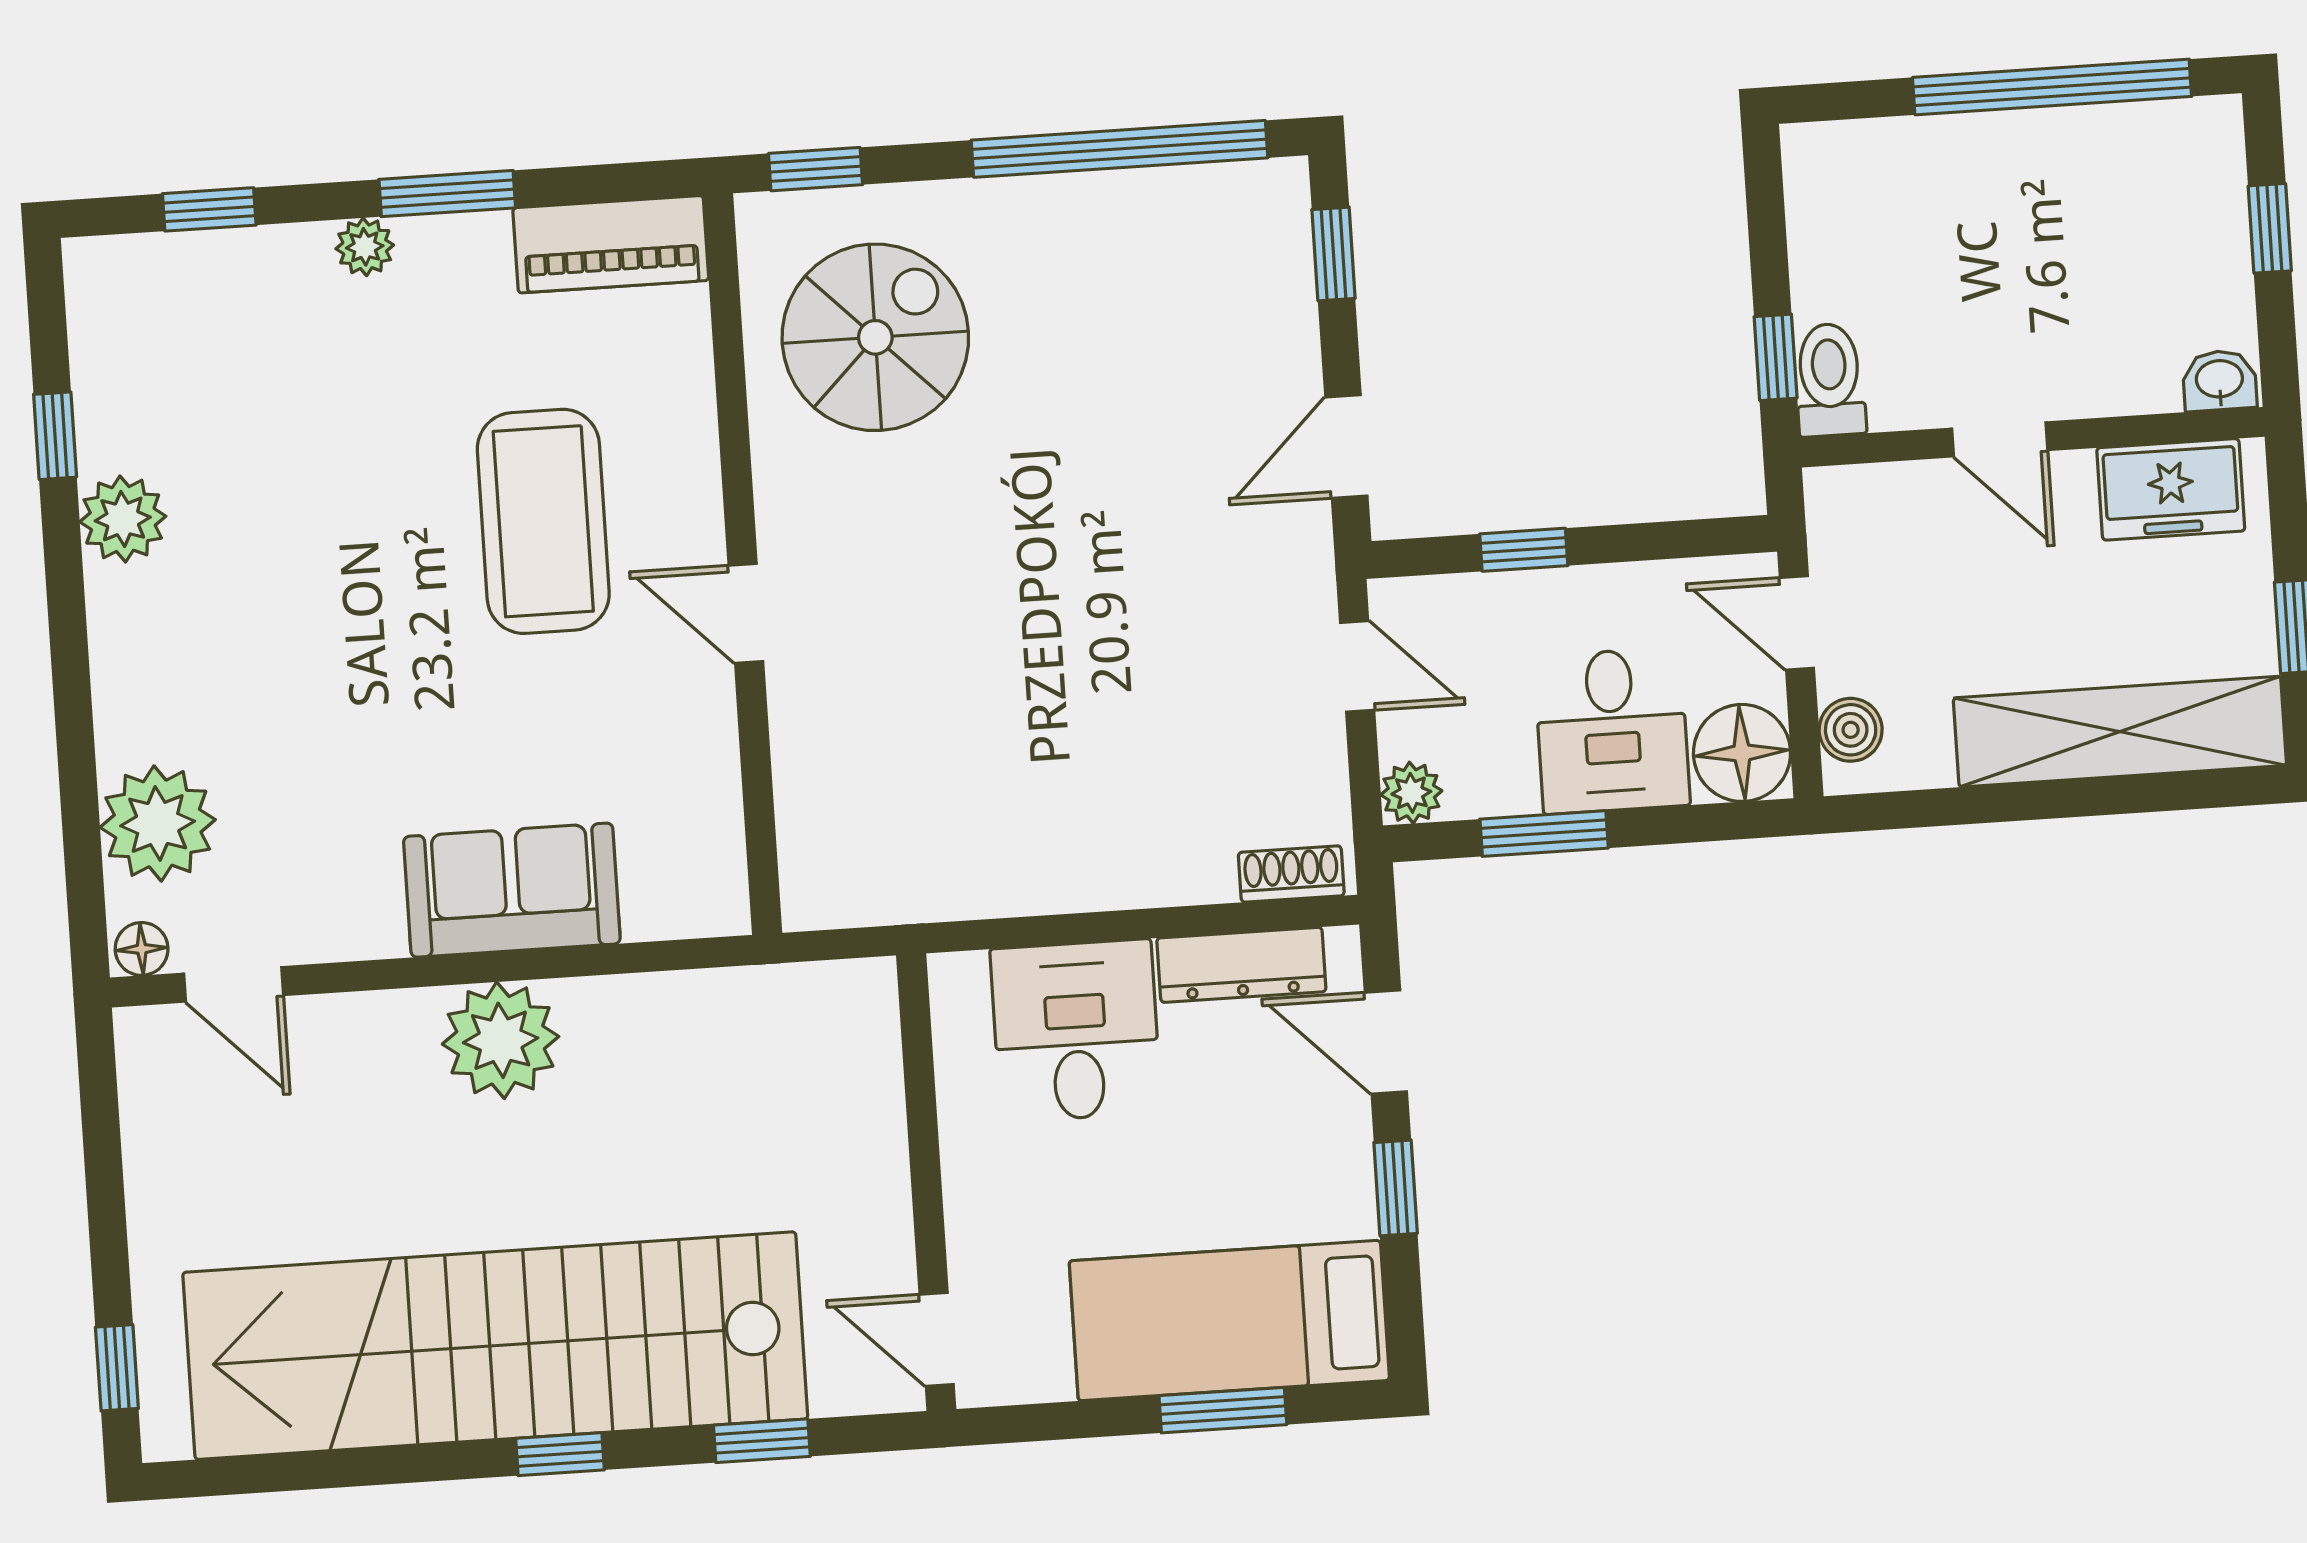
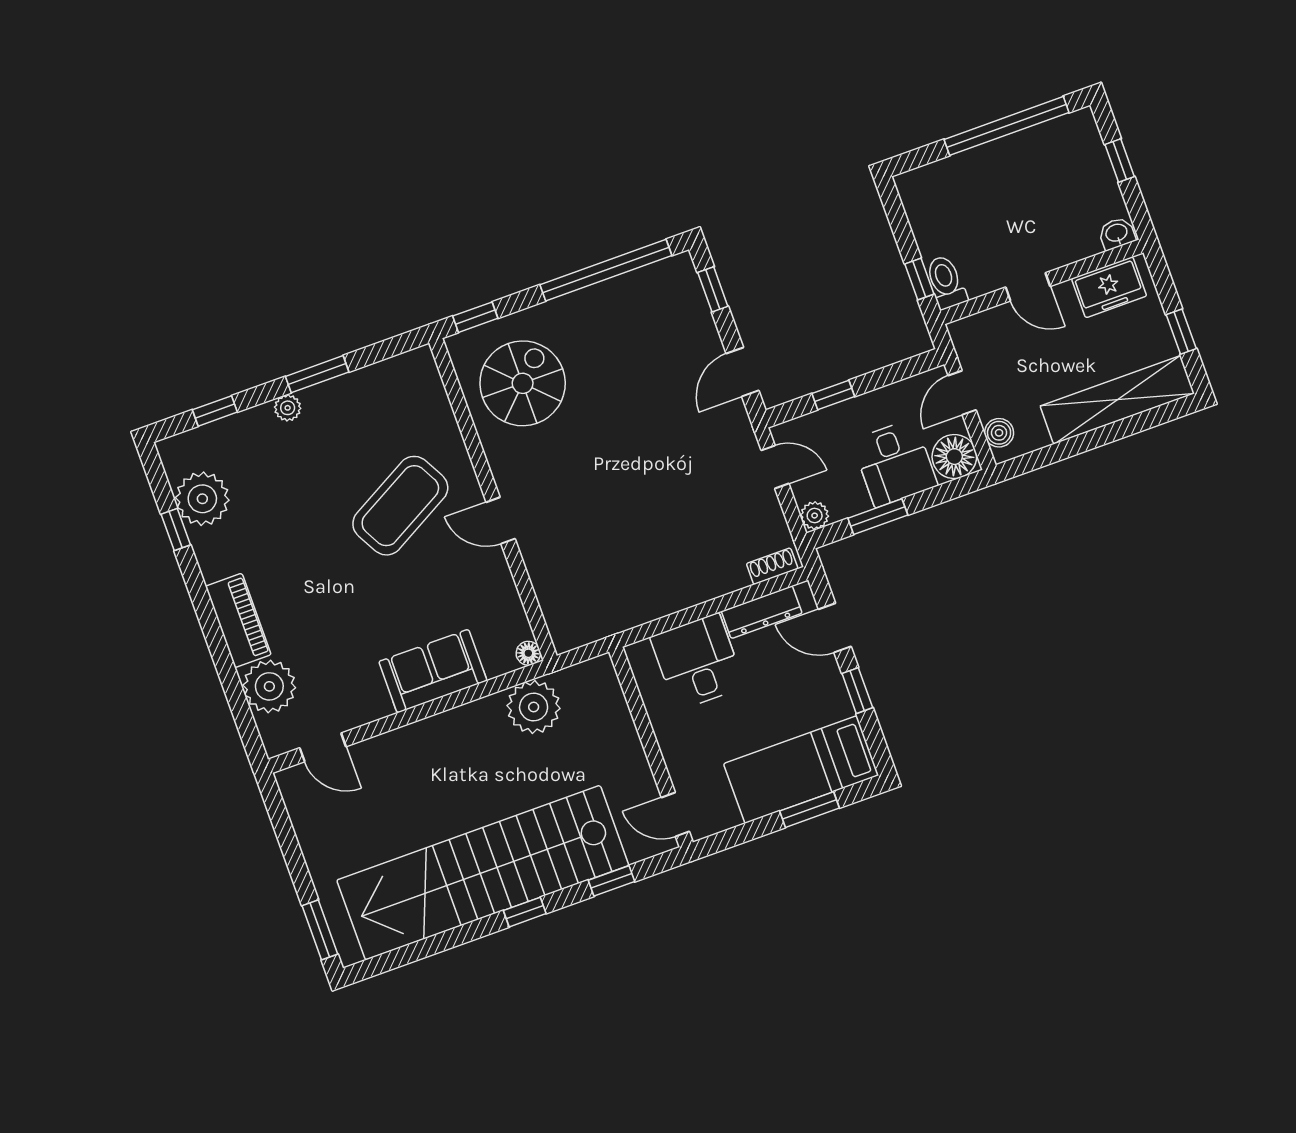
piano: (611, 244) -> (238, 620), moved, turned -90
plant: (123, 519) -> (202, 499), moved, width x1.36, depth x1.36
coffee table: (543, 521) -> (400, 506), turned 61
door: (1797, 623) -> (962, 393), hinge flipped
floor lamp: (142, 949) -> (528, 653), moved
plant: (501, 1040) -> (534, 707), moved
window: (117, 1368) -> (320, 930), width x1.50

